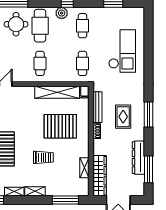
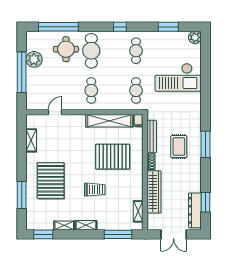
plant: (62, 13) -> (195, 37), moved
checkout: (122, 51) -> (178, 77), turned 90
dresser: (138, 158) -> (195, 210), moved
shelving: (84, 168) -> (138, 211), moved
window: (148, 169) -> (206, 202), width x0.69
wardrobe: (100, 176) -> (154, 192), moved

